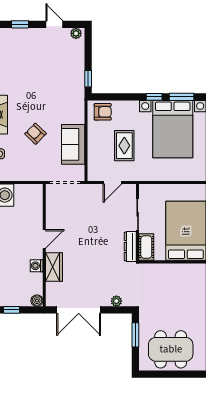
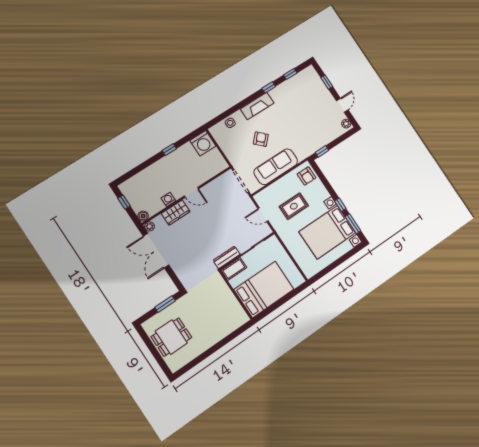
sofa: (73, 144) -> (276, 167), width x1.36
plant: (116, 301) -> (149, 226), moved
dining table: (171, 349) -> (171, 337), width x0.73

